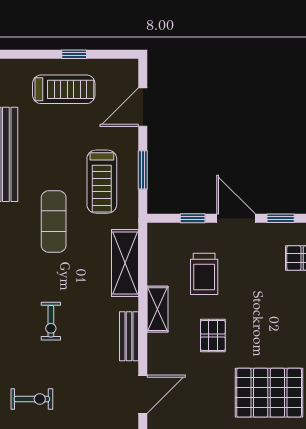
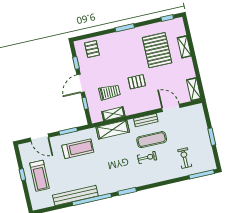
treadmill: (64, 89) -> (40, 176), turned 180
exercise mat: (54, 221) -> (152, 140), moved
shelving: (158, 309) -> (113, 114), moved

